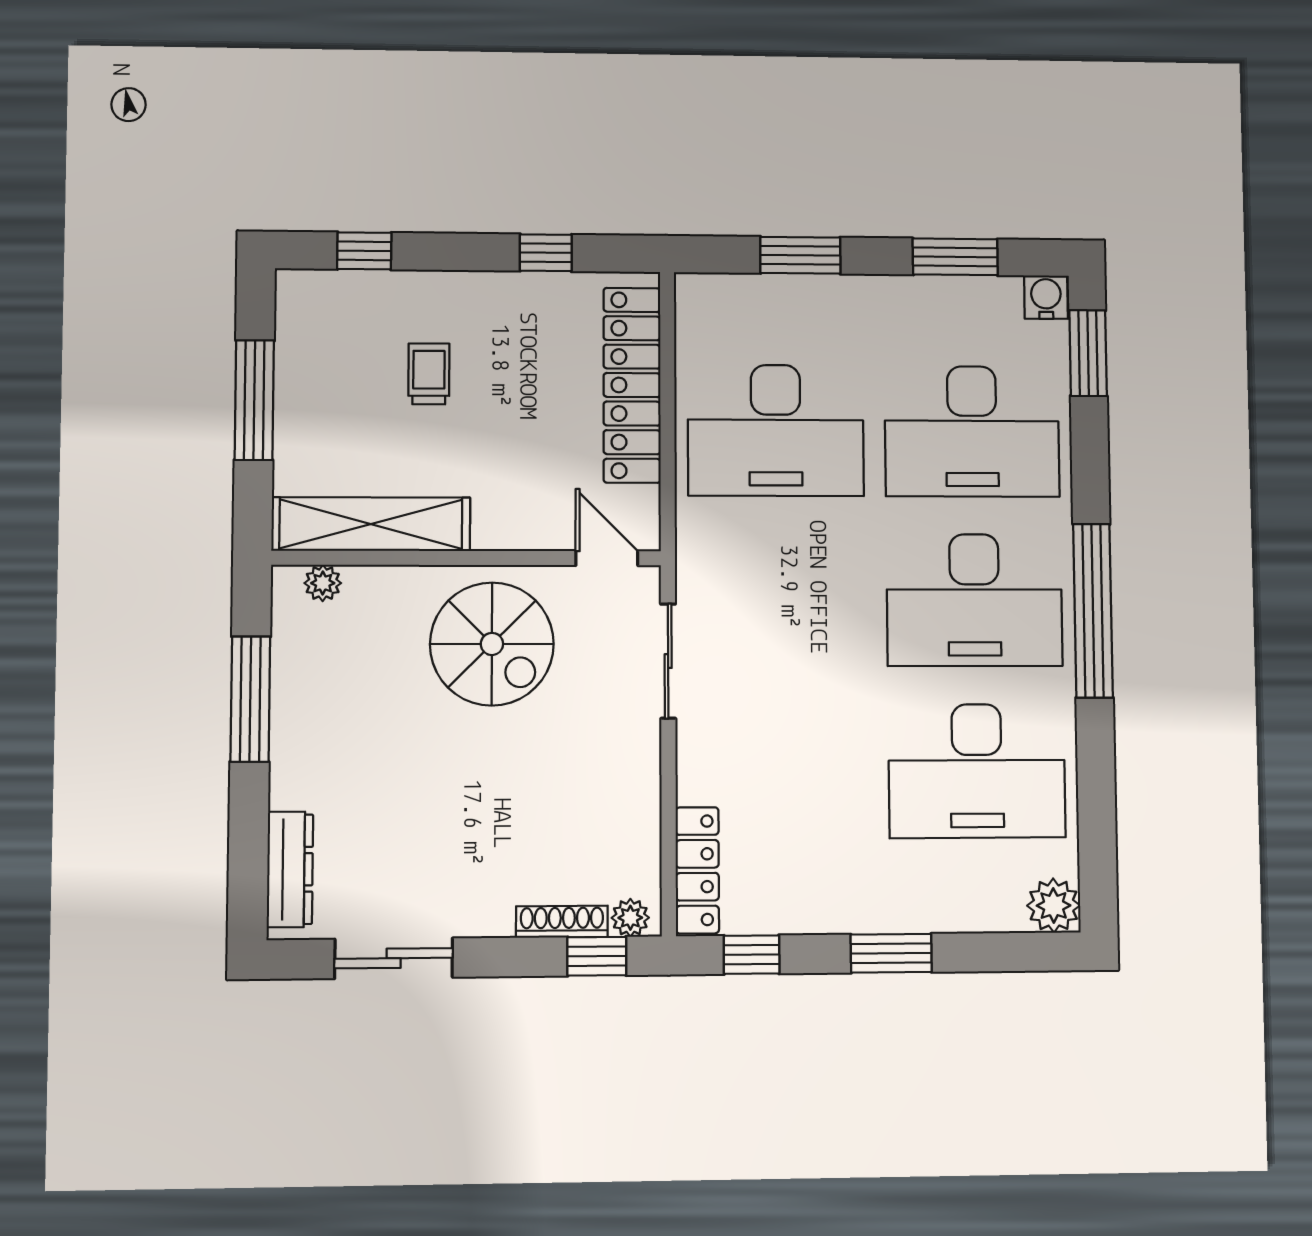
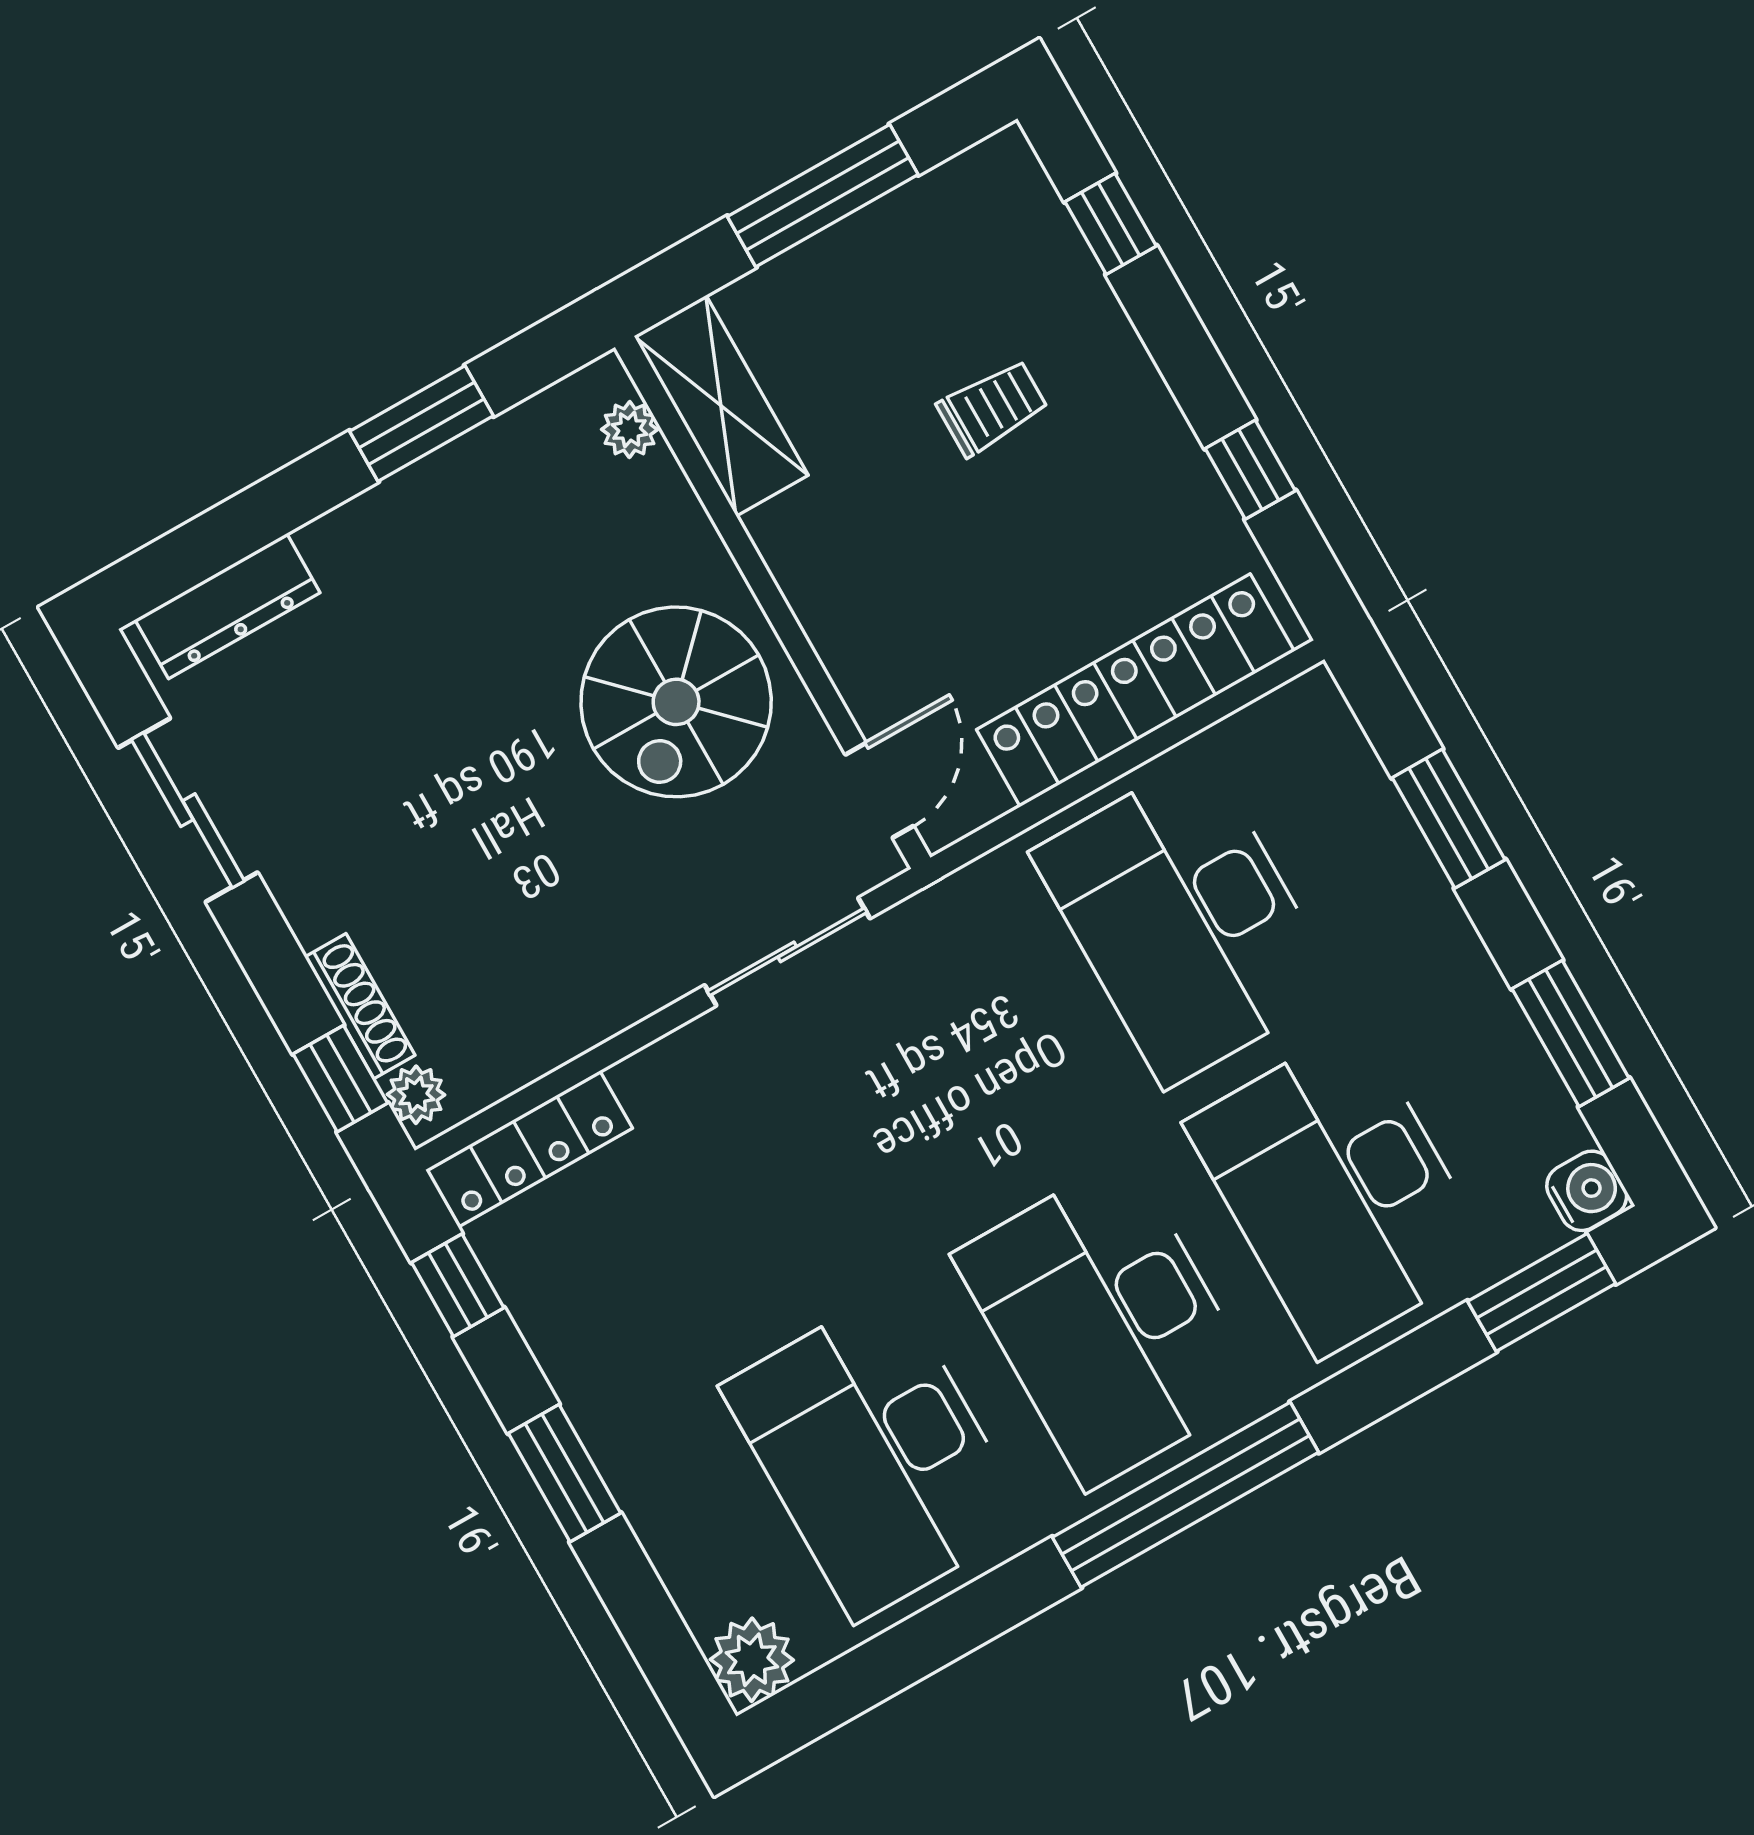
shelving: (371, 524) -> (721, 406), width x0.68
window: (250, 699) -> (421, 423), width x0.69

